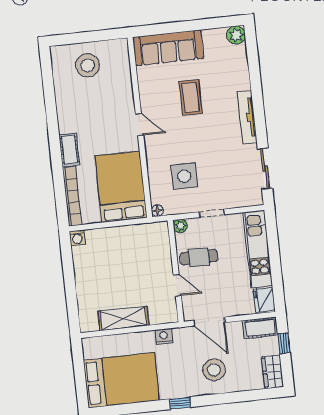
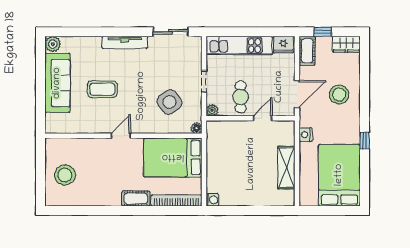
sofa: (168, 48) -> (57, 83), moved
side table: (184, 176) -> (170, 102), turned -37
window: (180, 403) -> (365, 141), moved

